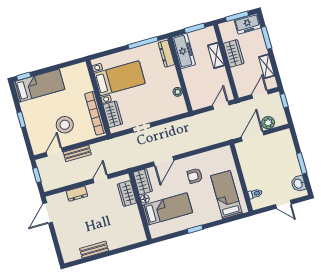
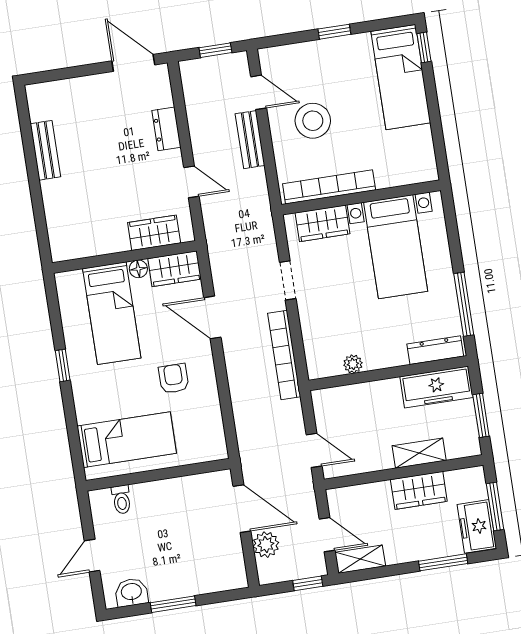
shelving: (267, 66) -> (360, 559), moved
bookcase: (177, 125) -> (284, 355), added

